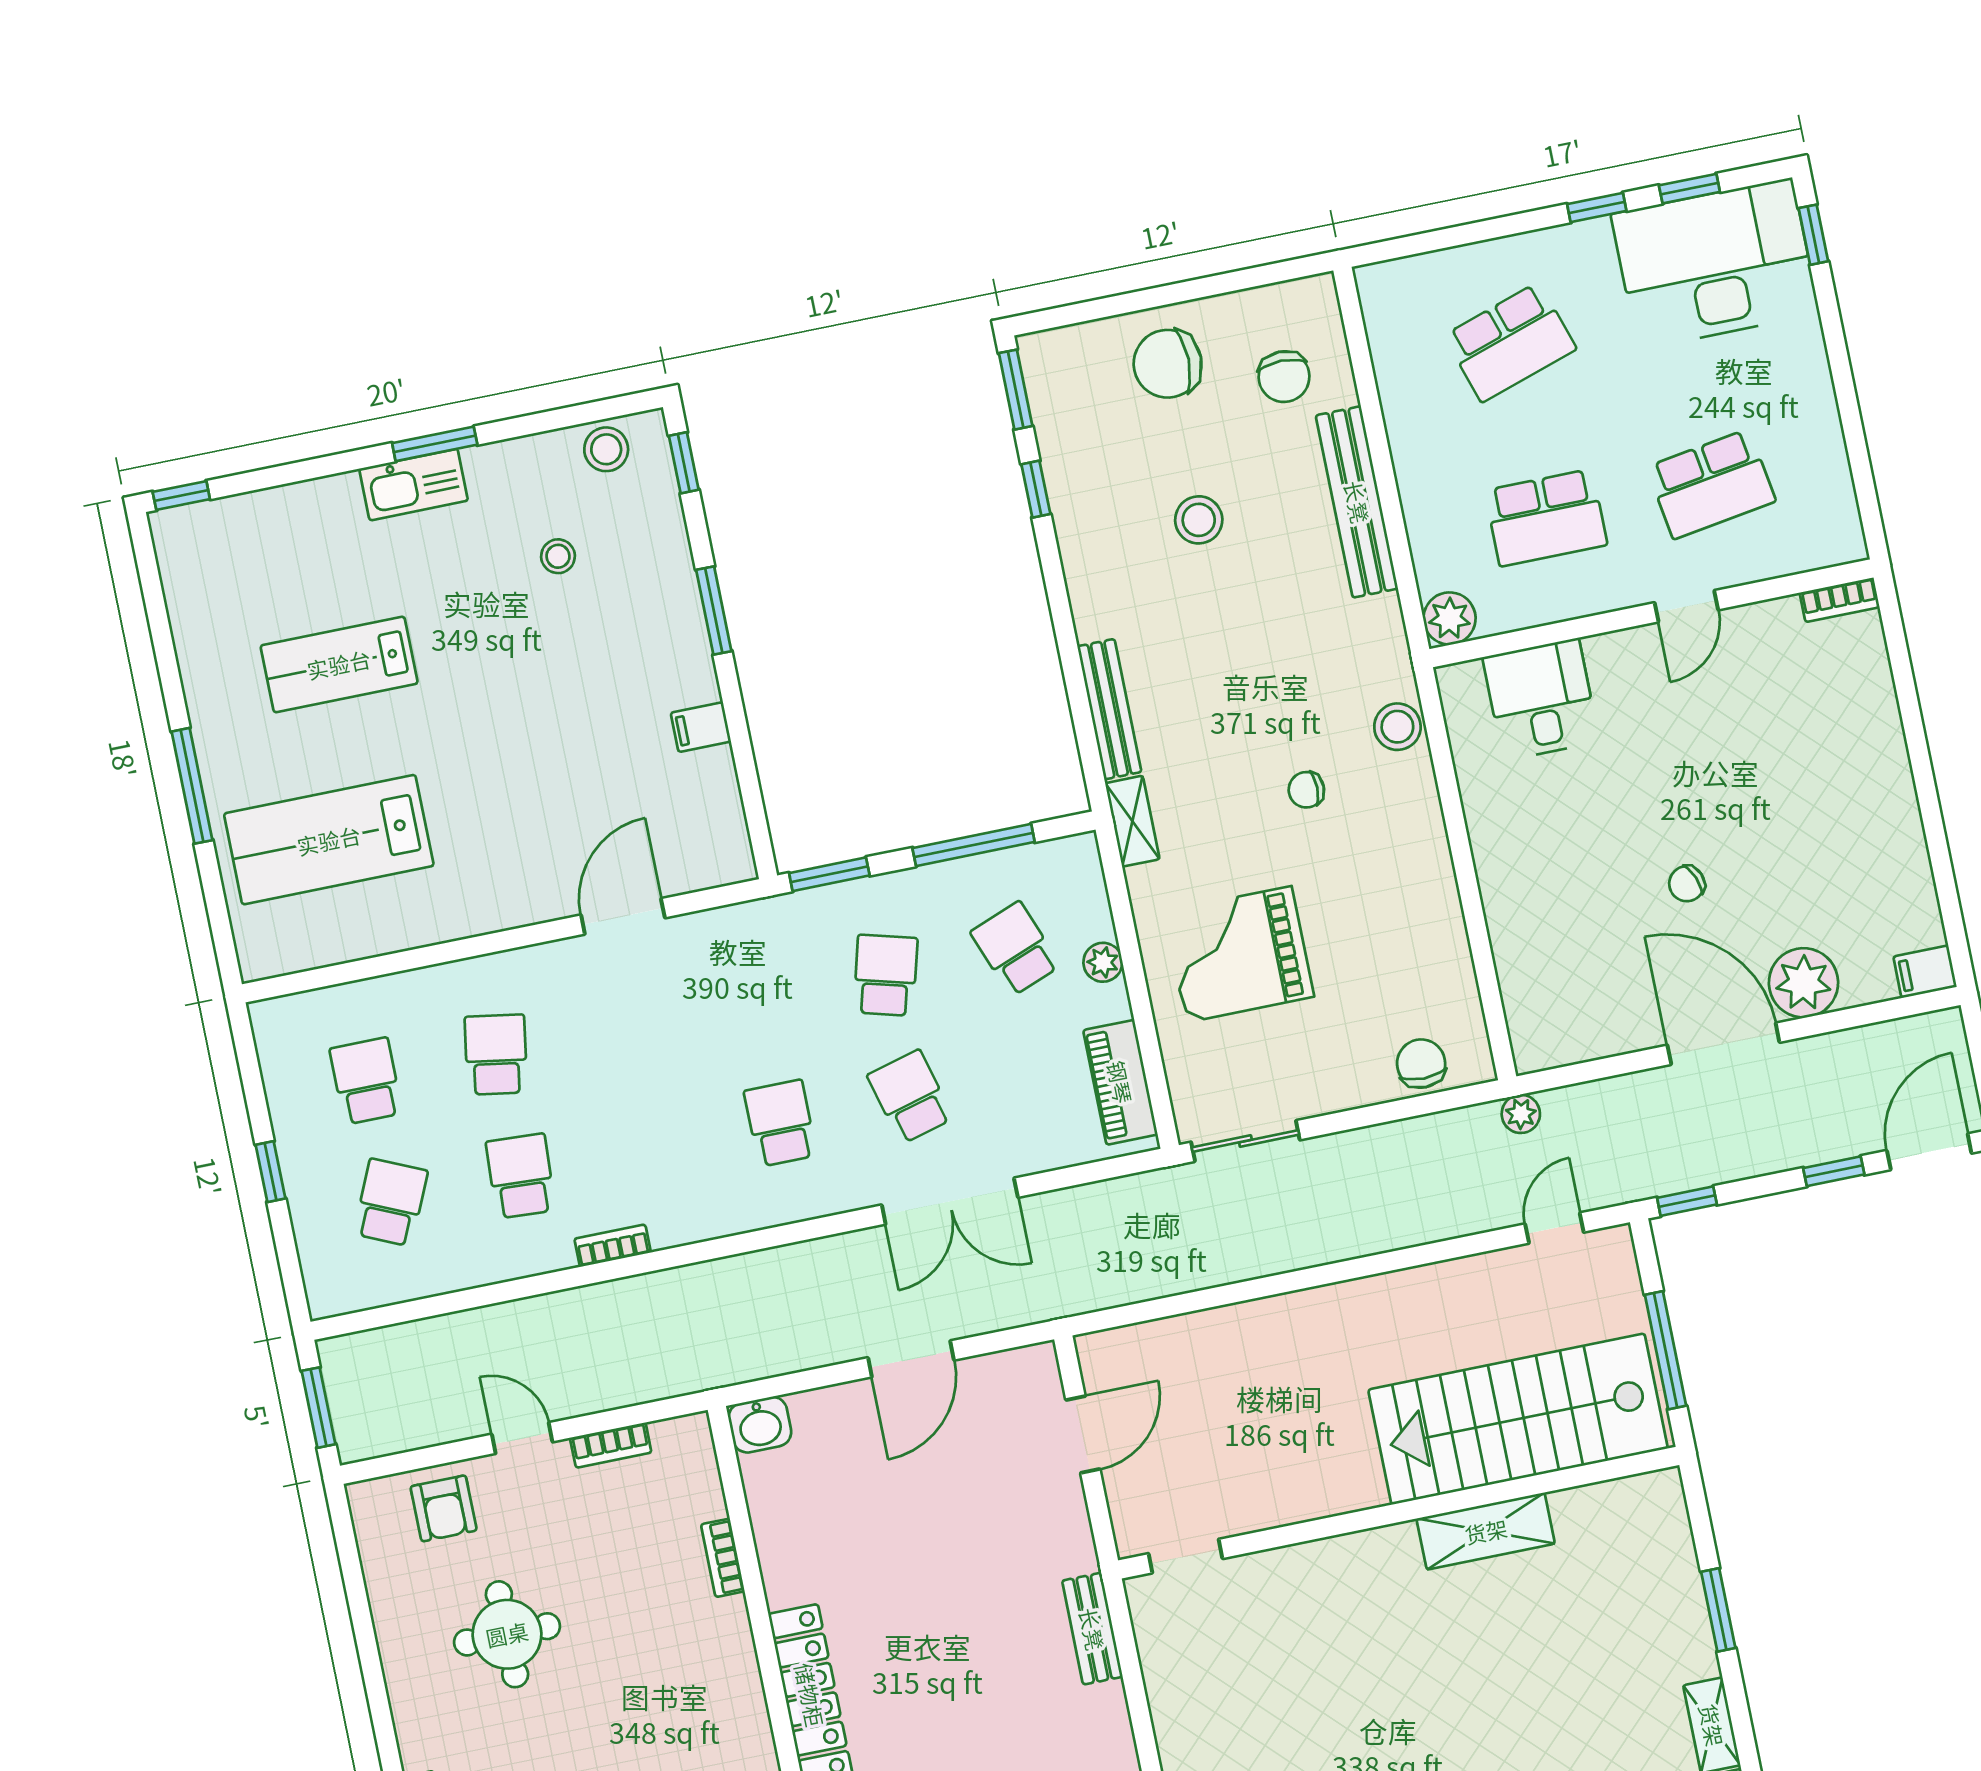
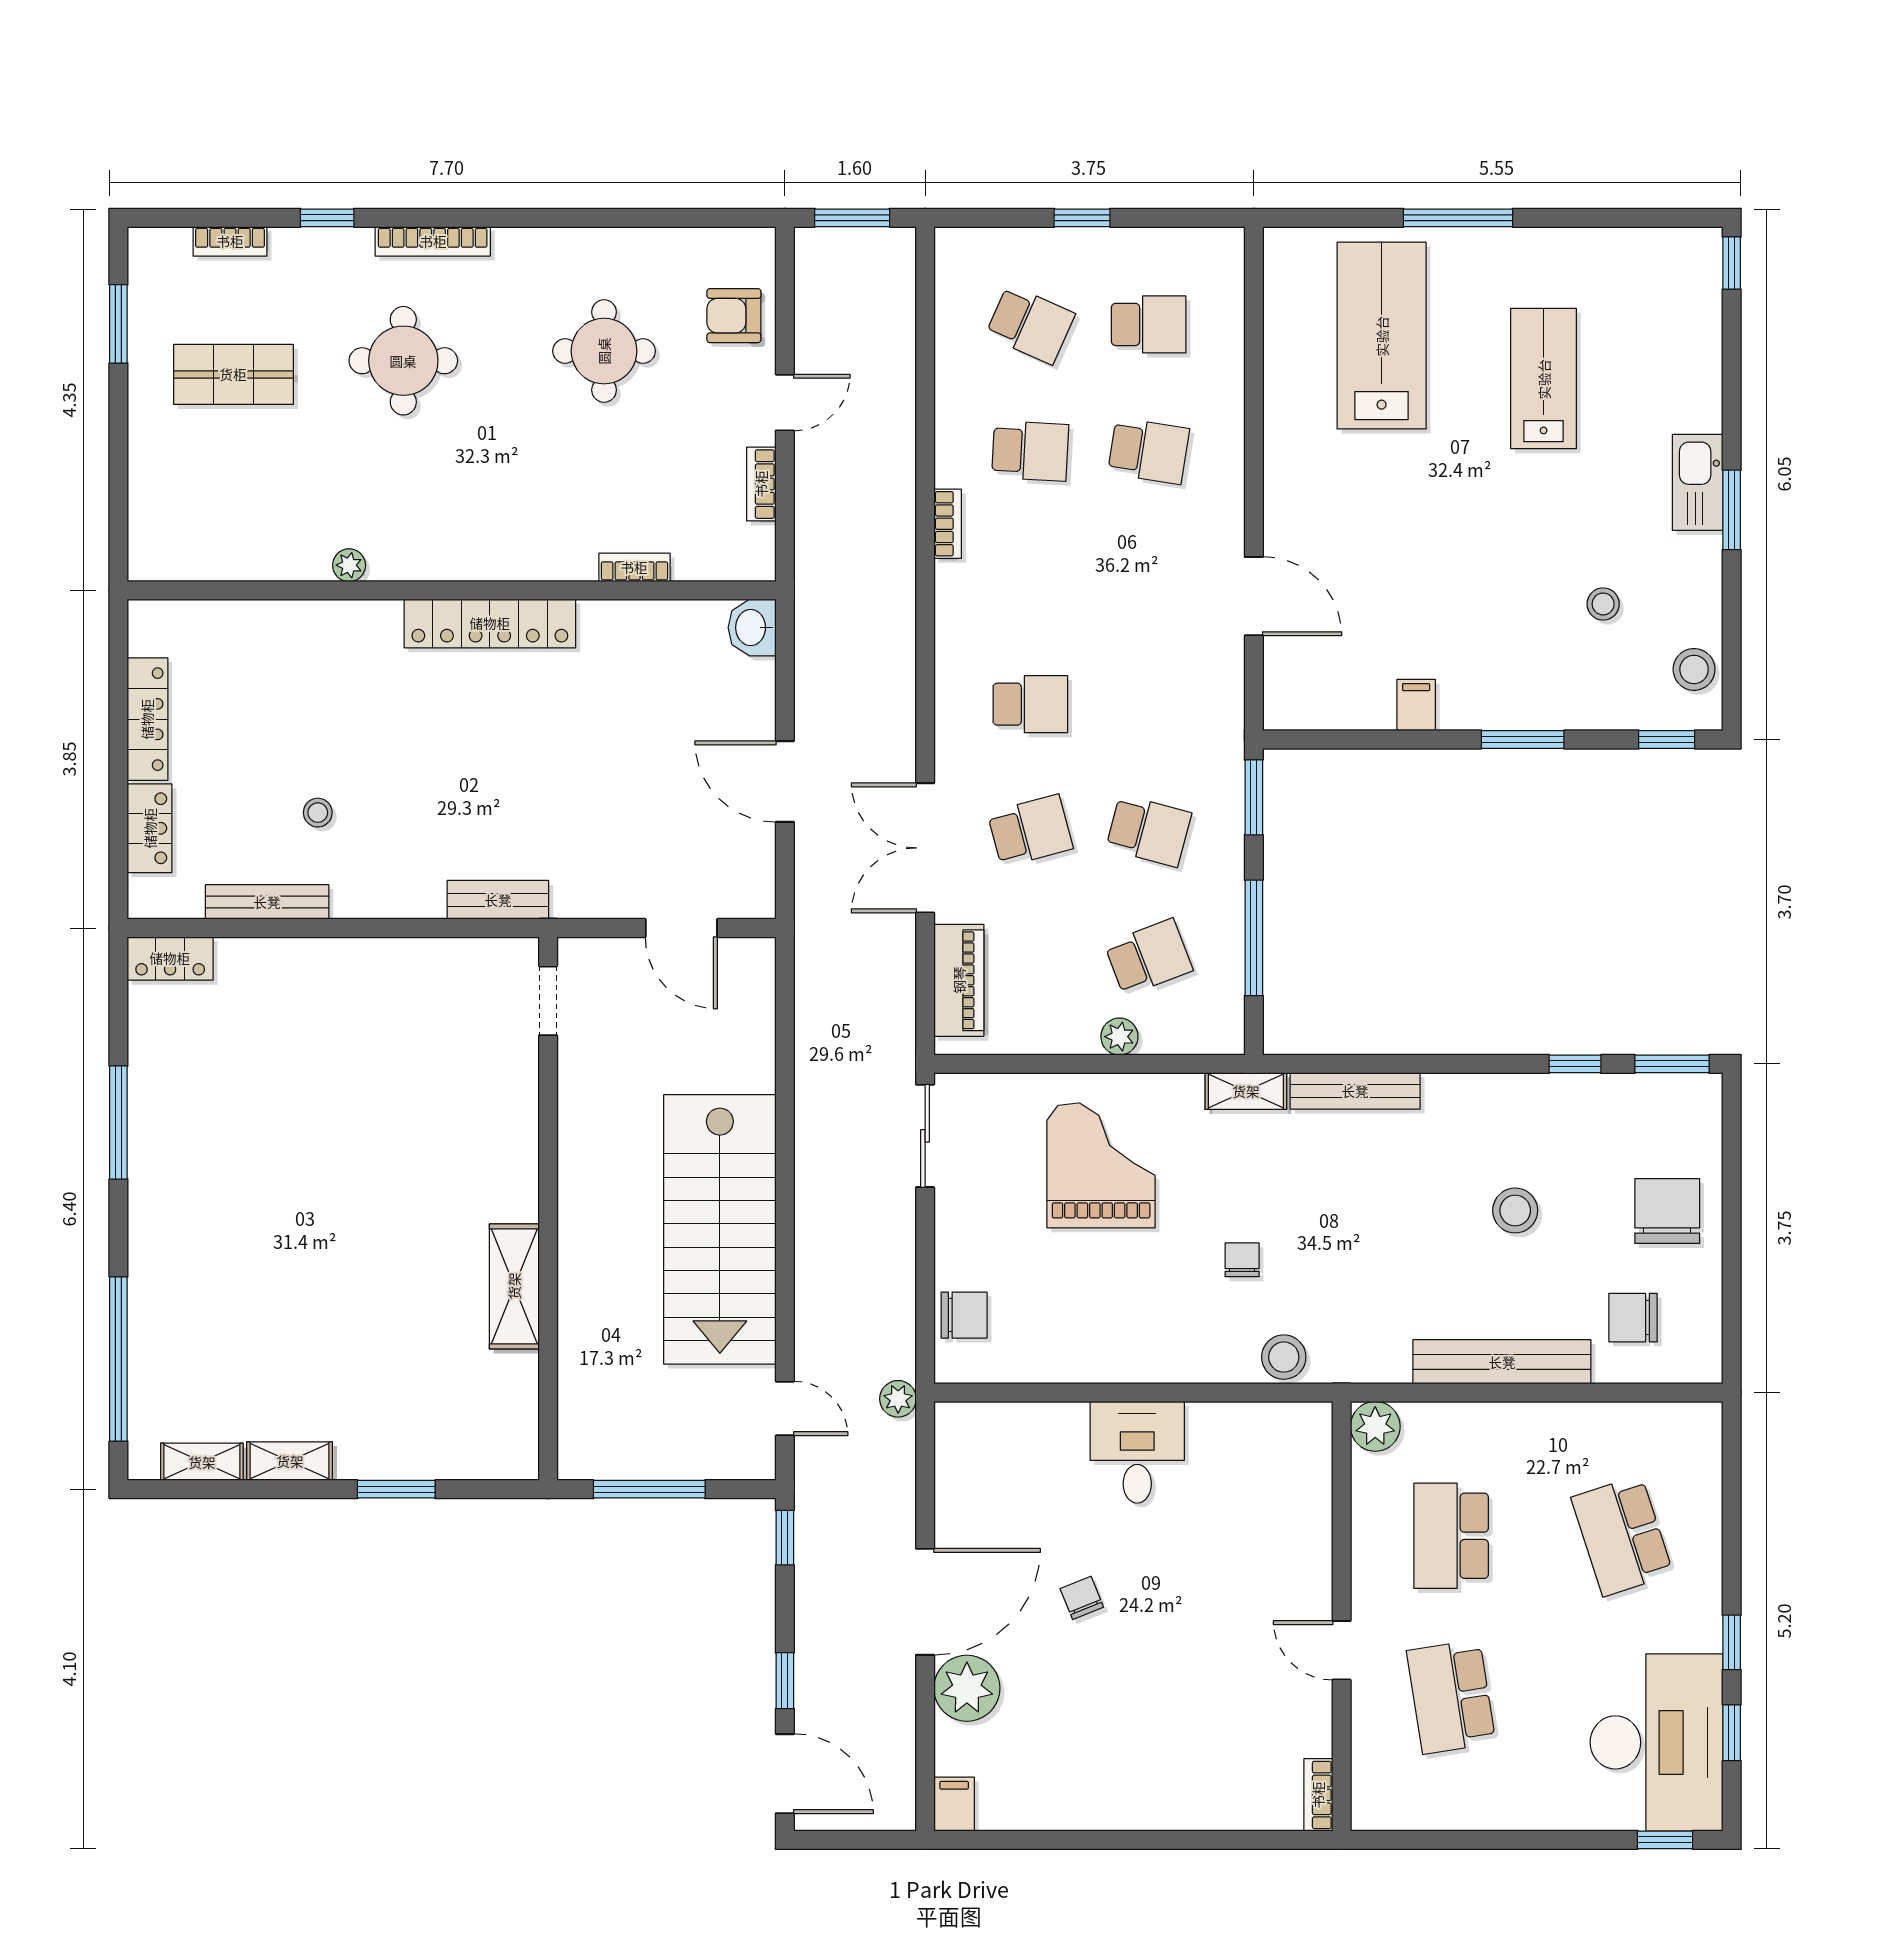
desk: (1541, 699) -> (1137, 1452), moved, turned -90
piano: (1120, 1082) -> (959, 980), moved, turned 90
stairs: (1518, 1419) -> (720, 1229), moved, turned 180

